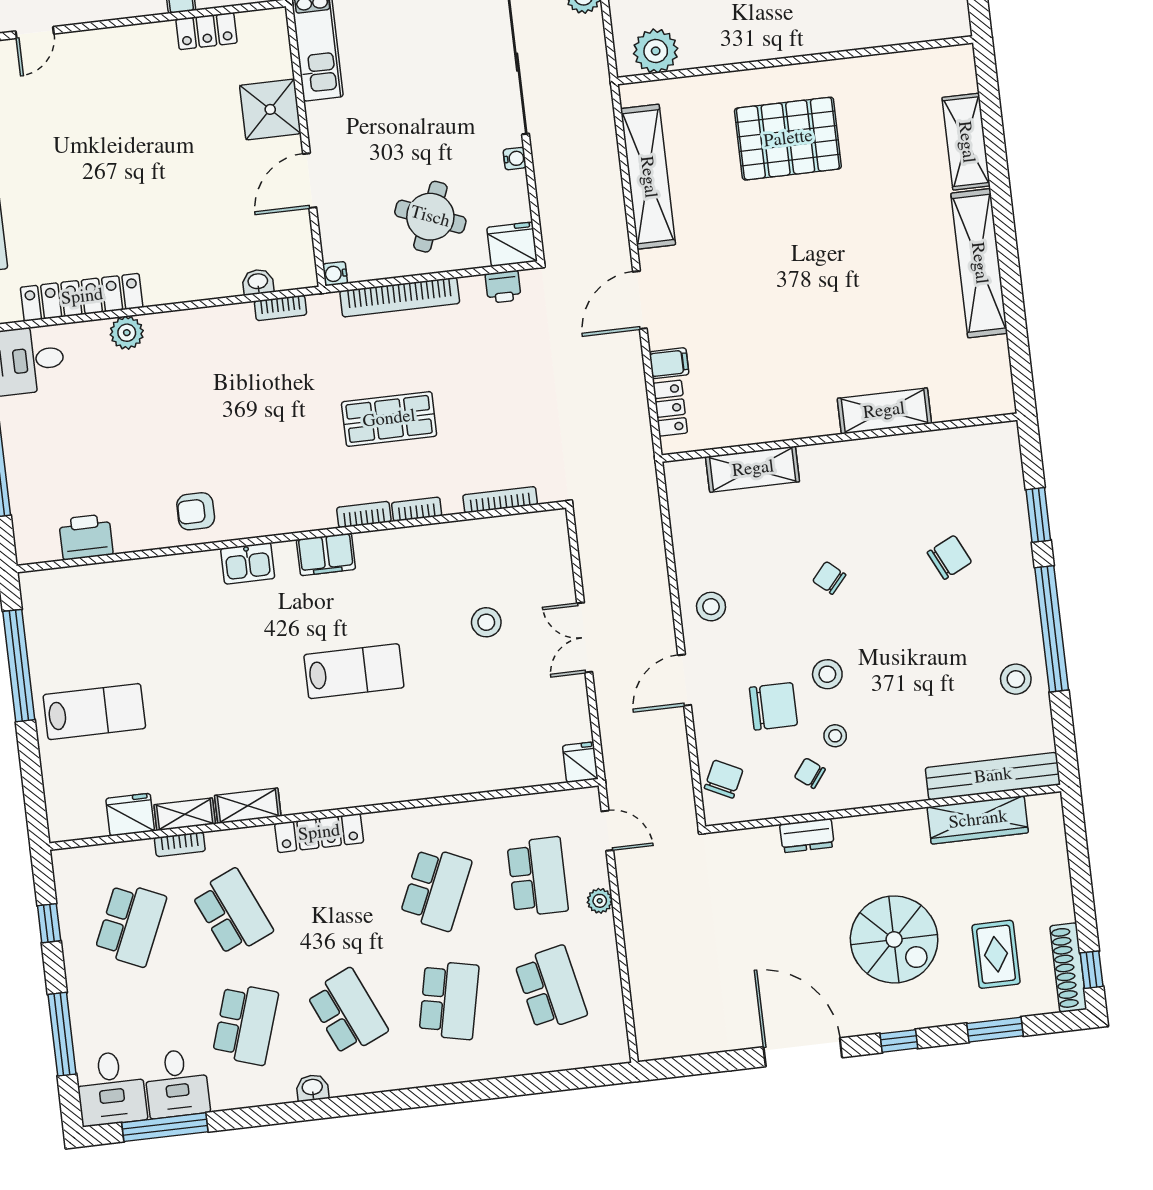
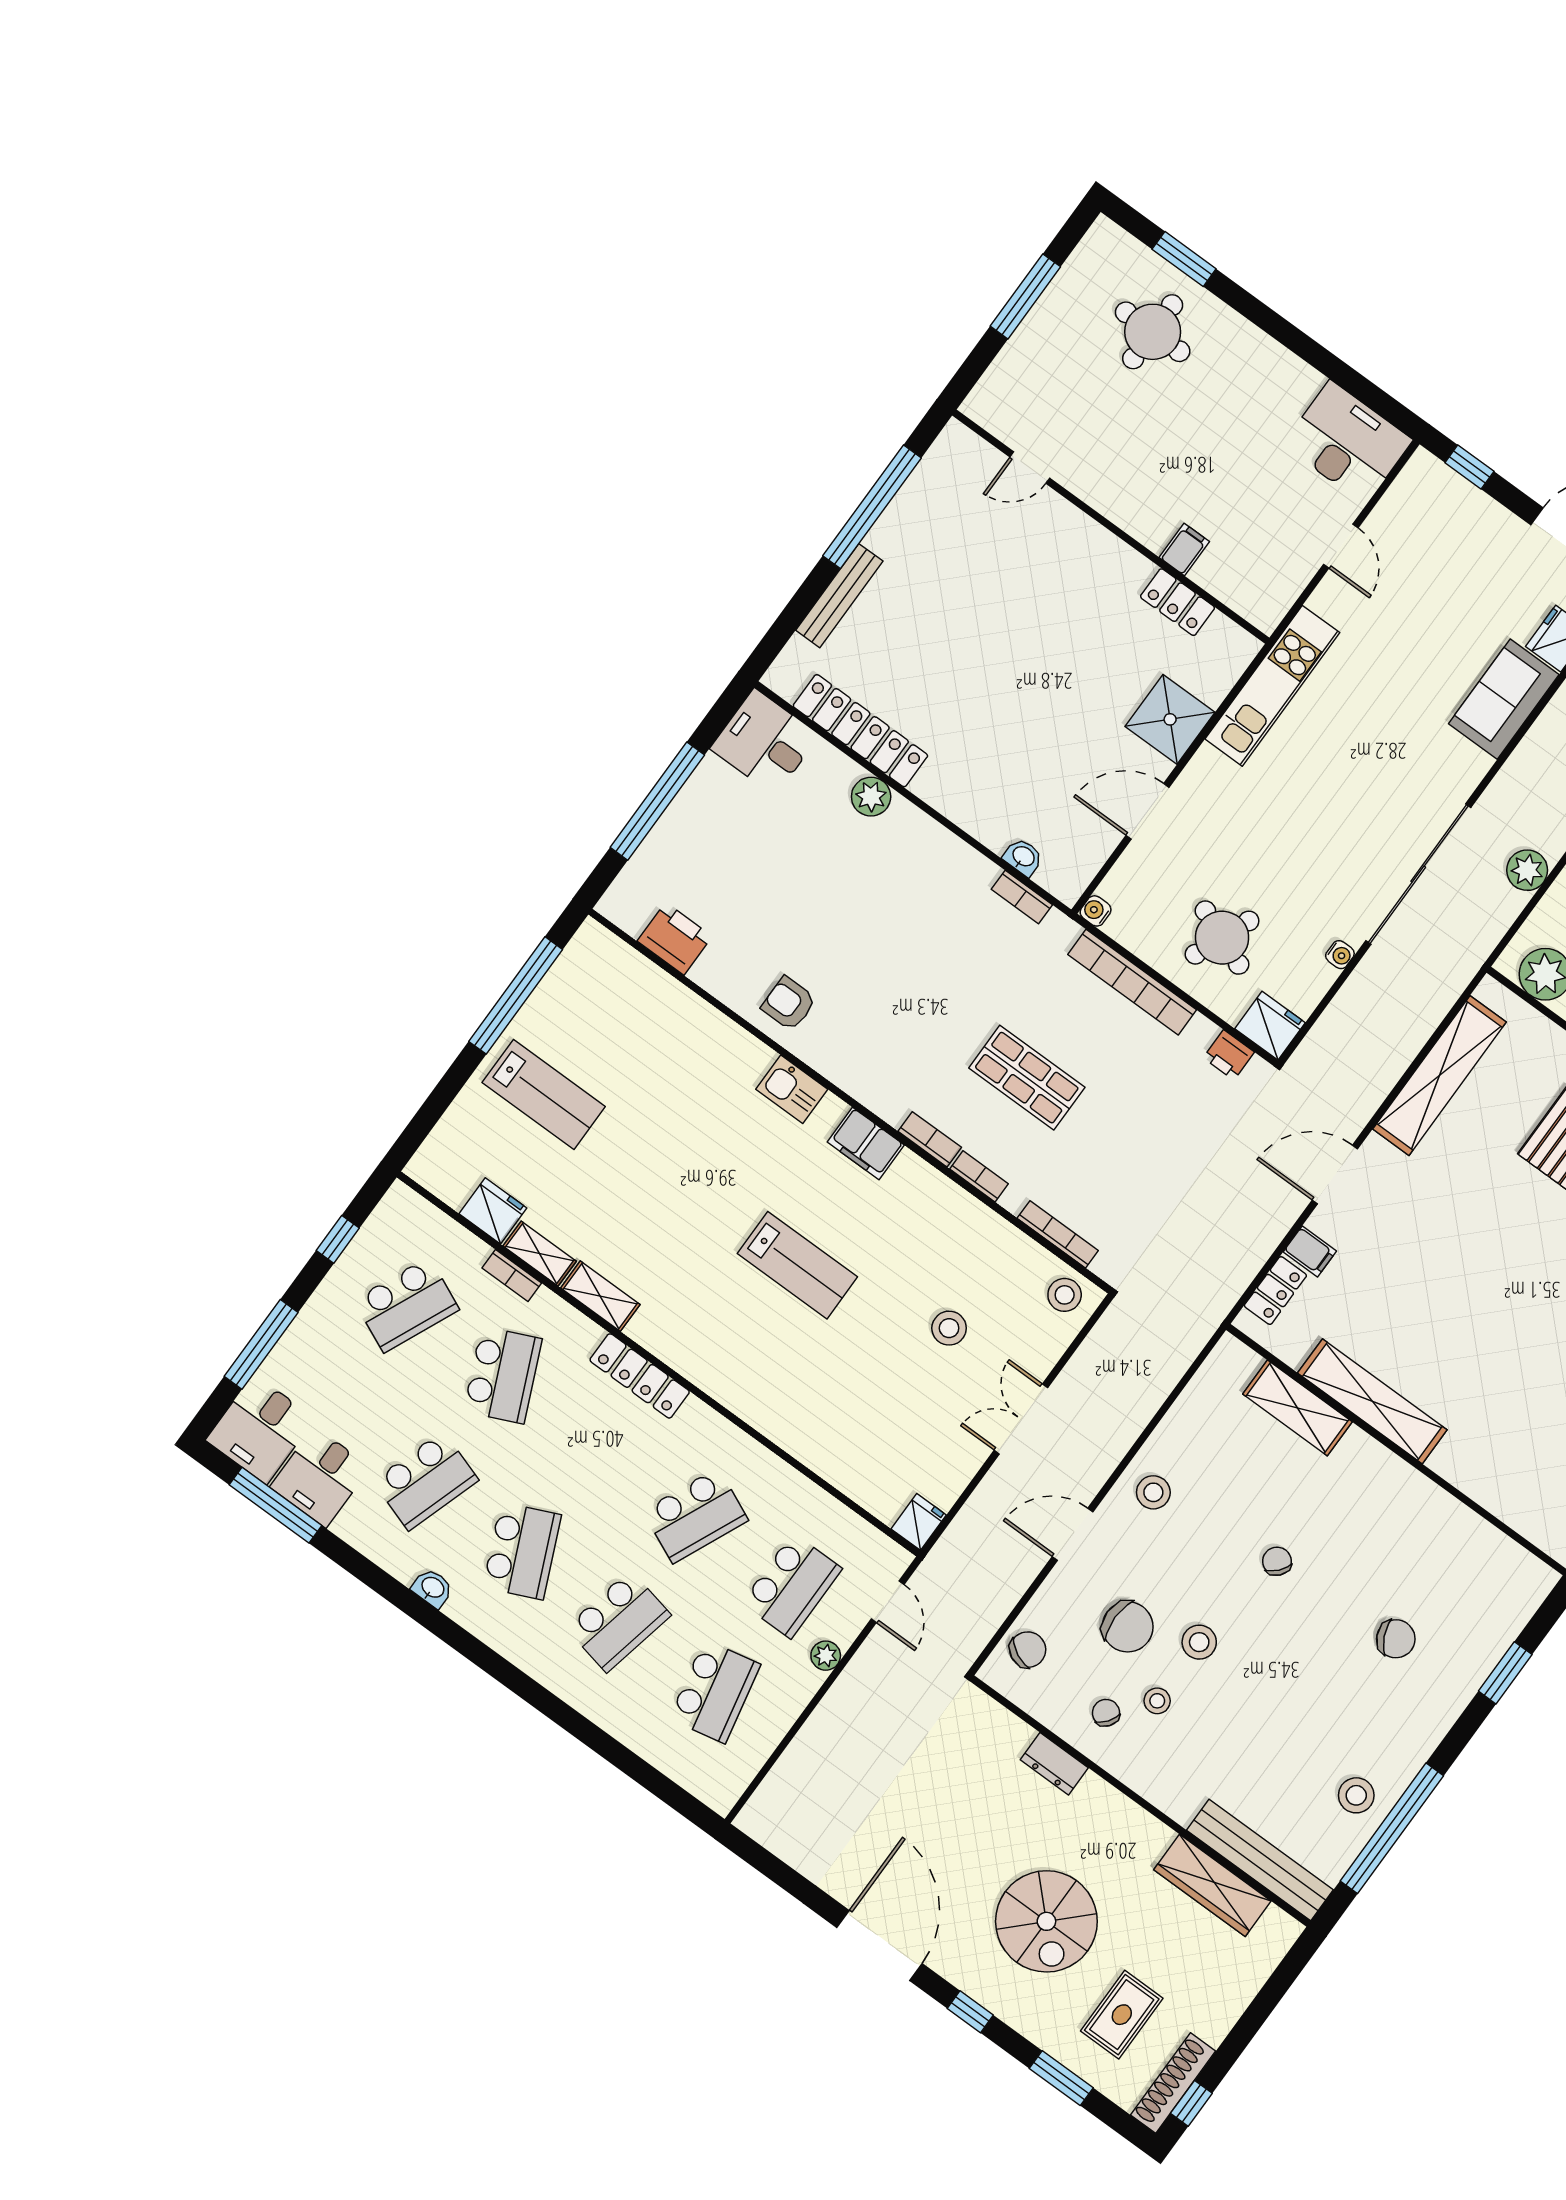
shelving: (884, 411) -> (1372, 1401), moved, width x1.47
stool: (540, 534) -> (1065, 1295), added
window: (1052, 629) -> (1392, 1828), moved

